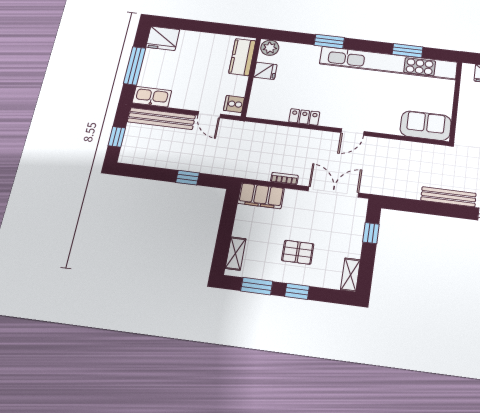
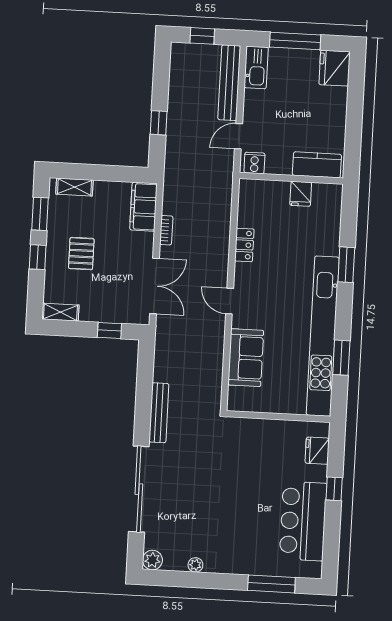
plant: (270, 48) -> (332, 196), removed
sofa: (426, 126) -> (246, 358), moved

